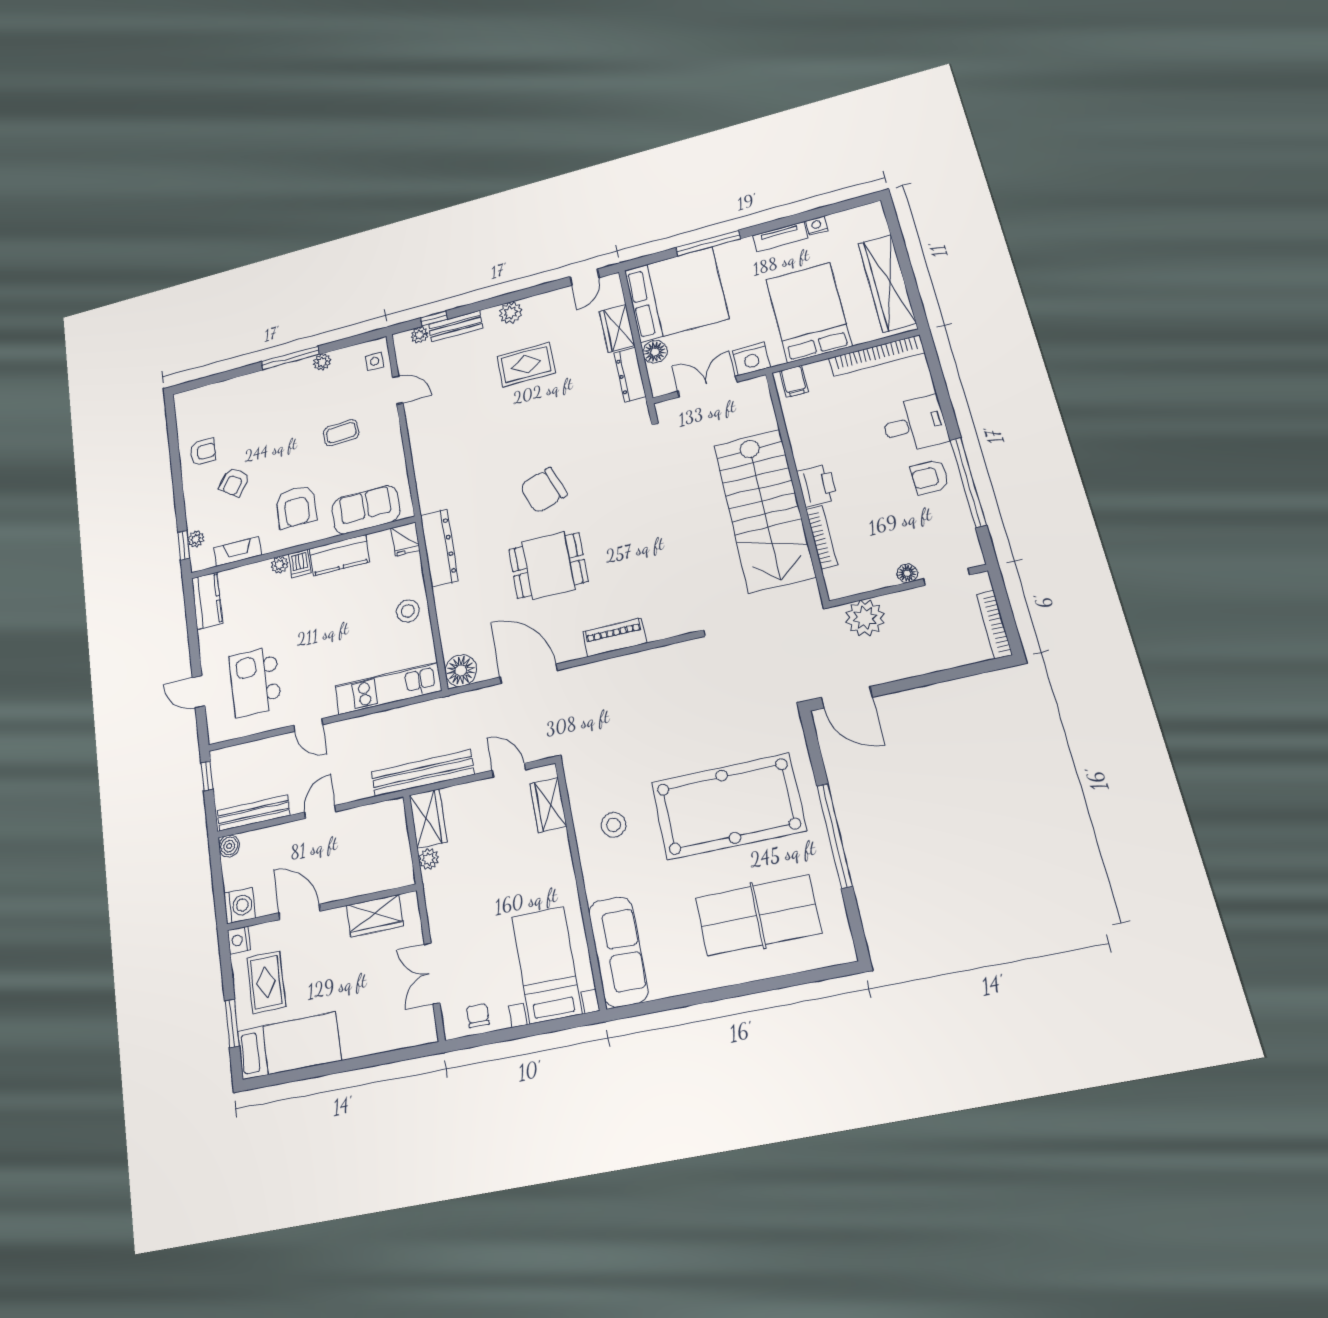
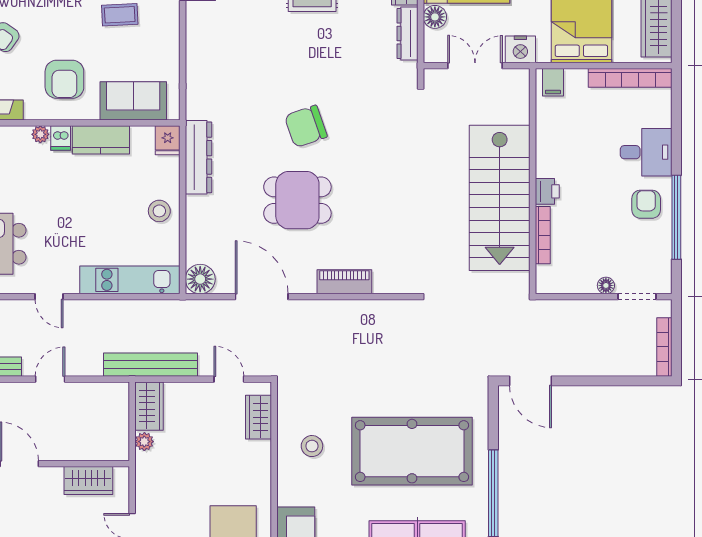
armchair: (930, 477) -> (646, 204), turned 90
printer: (817, 485) -> (547, 191), width x0.73, depth x0.81
plant: (865, 618) -> (562, 316), removed

